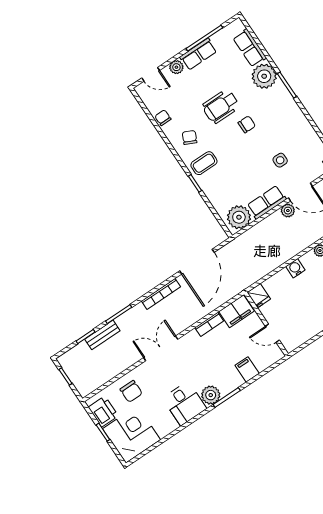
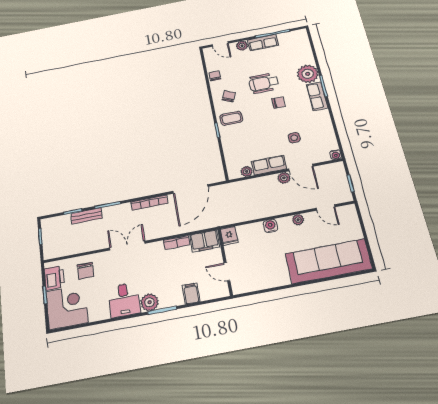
row of seats: (250, 48) -> (317, 96), moved
plant: (239, 217) -> (247, 171), width x0.53, depth x0.53

